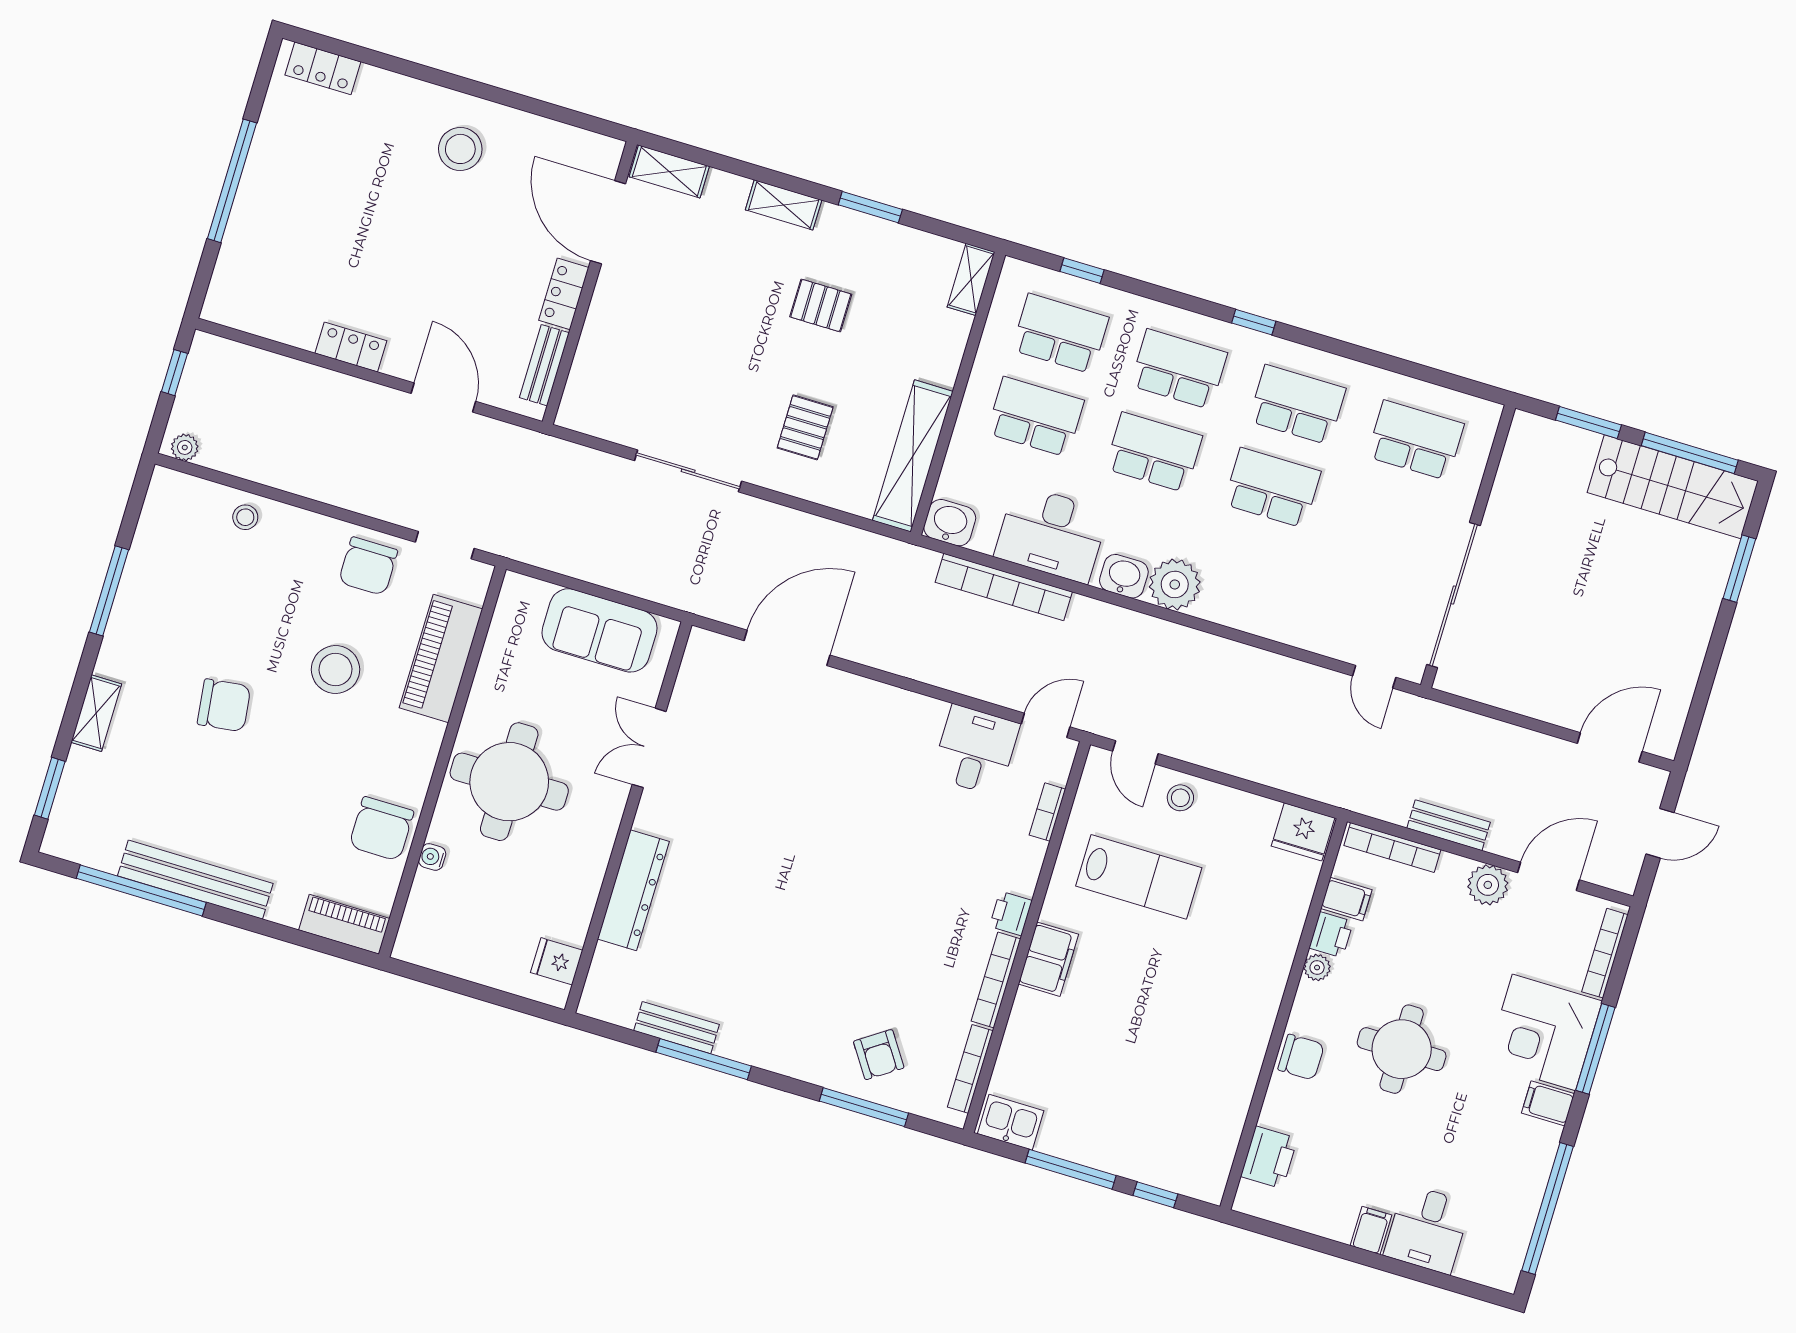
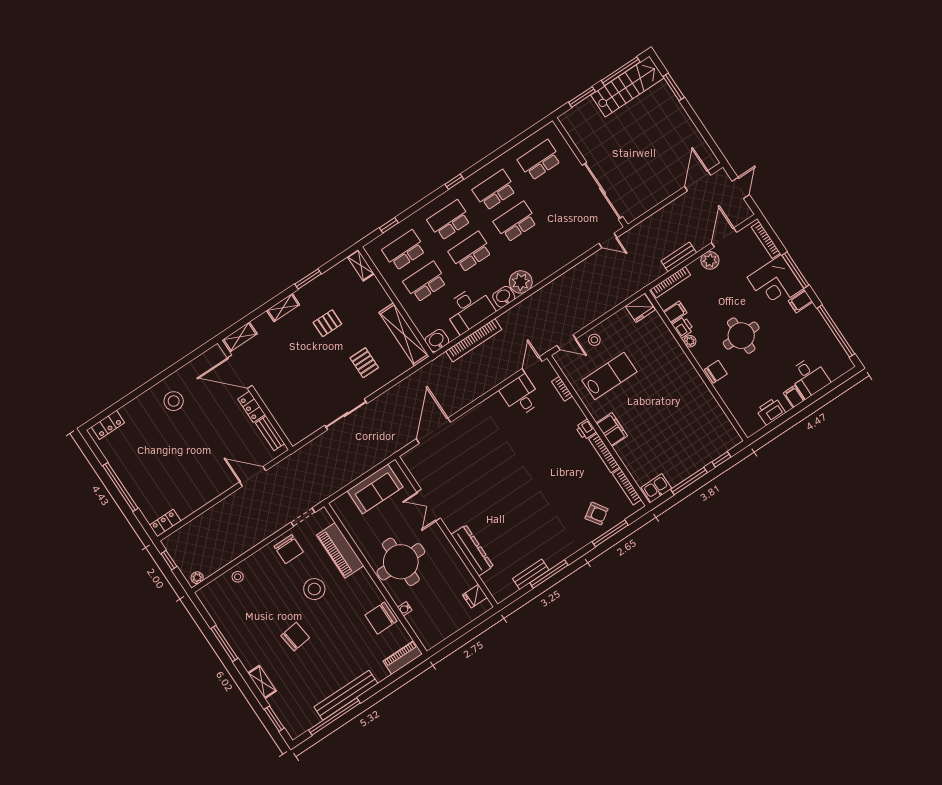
locker: (351, 347) -> (165, 523), moved
chair: (381, 829) -> (381, 618), turned 90
printer: (1269, 1157) -> (771, 411), moved, turned -90

